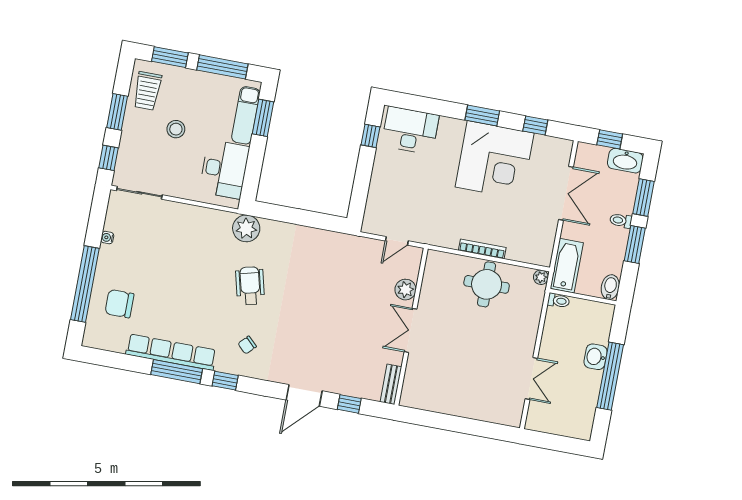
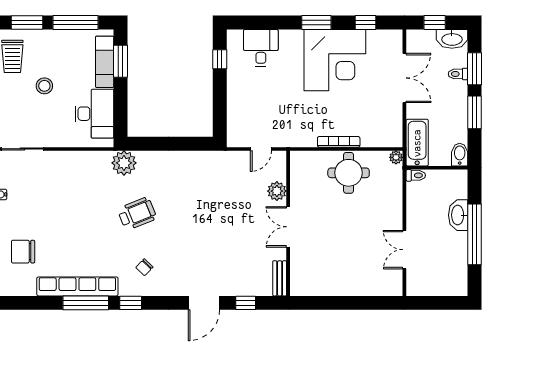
desk: (410, 130) -> (261, 48), width x0.73
toilet: (621, 221) -> (458, 74), moved
wheelchair: (250, 286) -> (137, 214), turned 82
washbasin: (595, 357) -> (458, 215), width x1.38
double door: (531, 379) -> (404, 250), swing flipped

